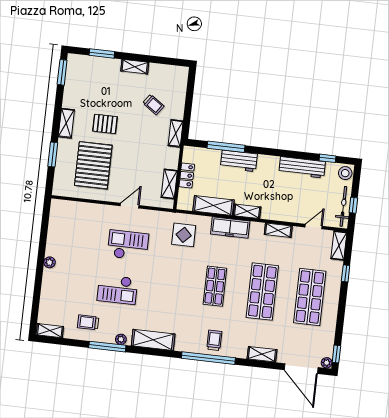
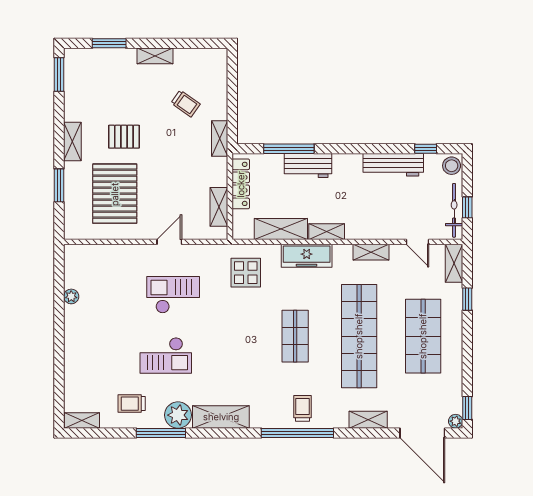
locker: (187, 175) -> (241, 184), width x1.53
door: (314, 227) -> (418, 242), swing flipped
plant: (50, 262) -> (71, 296), moved
shop shelf: (262, 292) -> (359, 336), width x1.40
plant: (121, 339) -> (178, 415), width x1.88, depth x1.88

